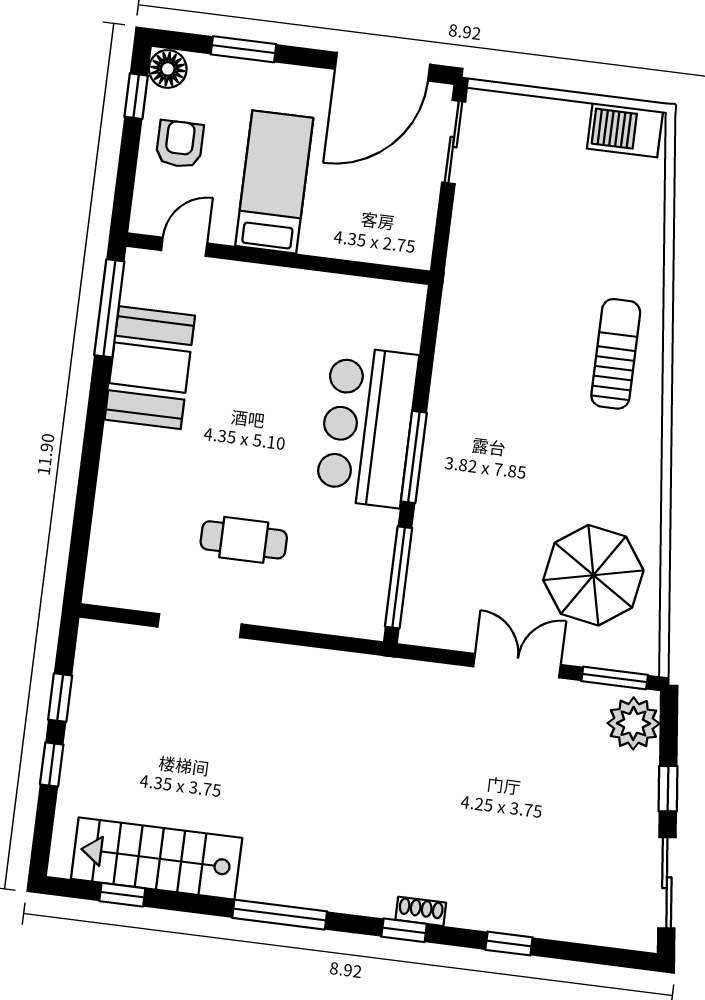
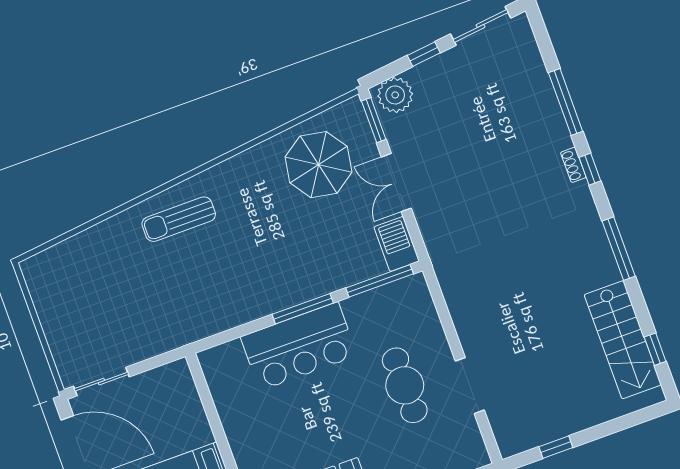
barbecue: (625, 130) -> (397, 244), moved, turned 180
cafe table: (244, 540) -> (405, 385), width x1.37, depth x1.35
window: (52, 764) -> (599, 432), removed
window: (509, 944) -> (566, 102), width x2.17

